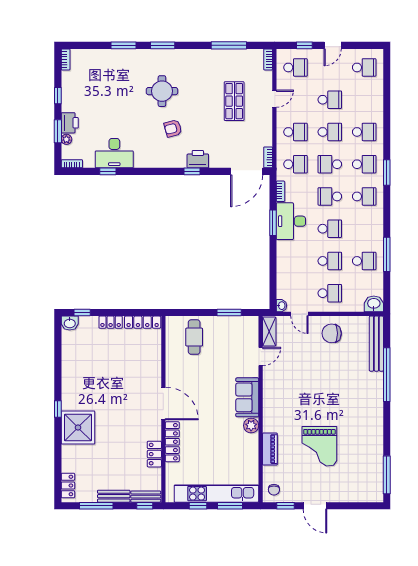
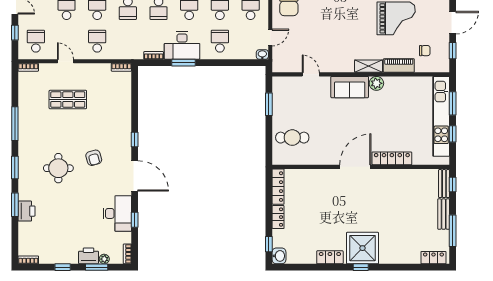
window: (229, 45) -> (15, 124), moved
printer: (198, 159) -> (26, 211), moved, turned 180
school desk: (295, 164) -> (220, 41), moved
door: (247, 171) -> (135, 176), moved
shelving: (269, 331) -> (369, 66), moved
shower: (78, 427) -> (363, 248), moved
locker: (154, 454) -> (330, 257), moved, turned 180
chair: (274, 490) -> (425, 51), moved

